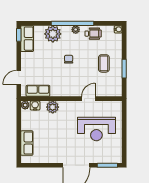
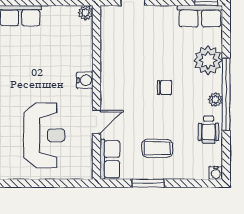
row of seats: (38, 91) -> (110, 159), moved
door: (88, 99) -> (97, 122), hinge flipped
water cooler: (35, 105) -> (85, 80), moved
plant: (53, 107) -> (82, 60), removed
reception desk: (96, 129) -> (44, 135), turned 180

